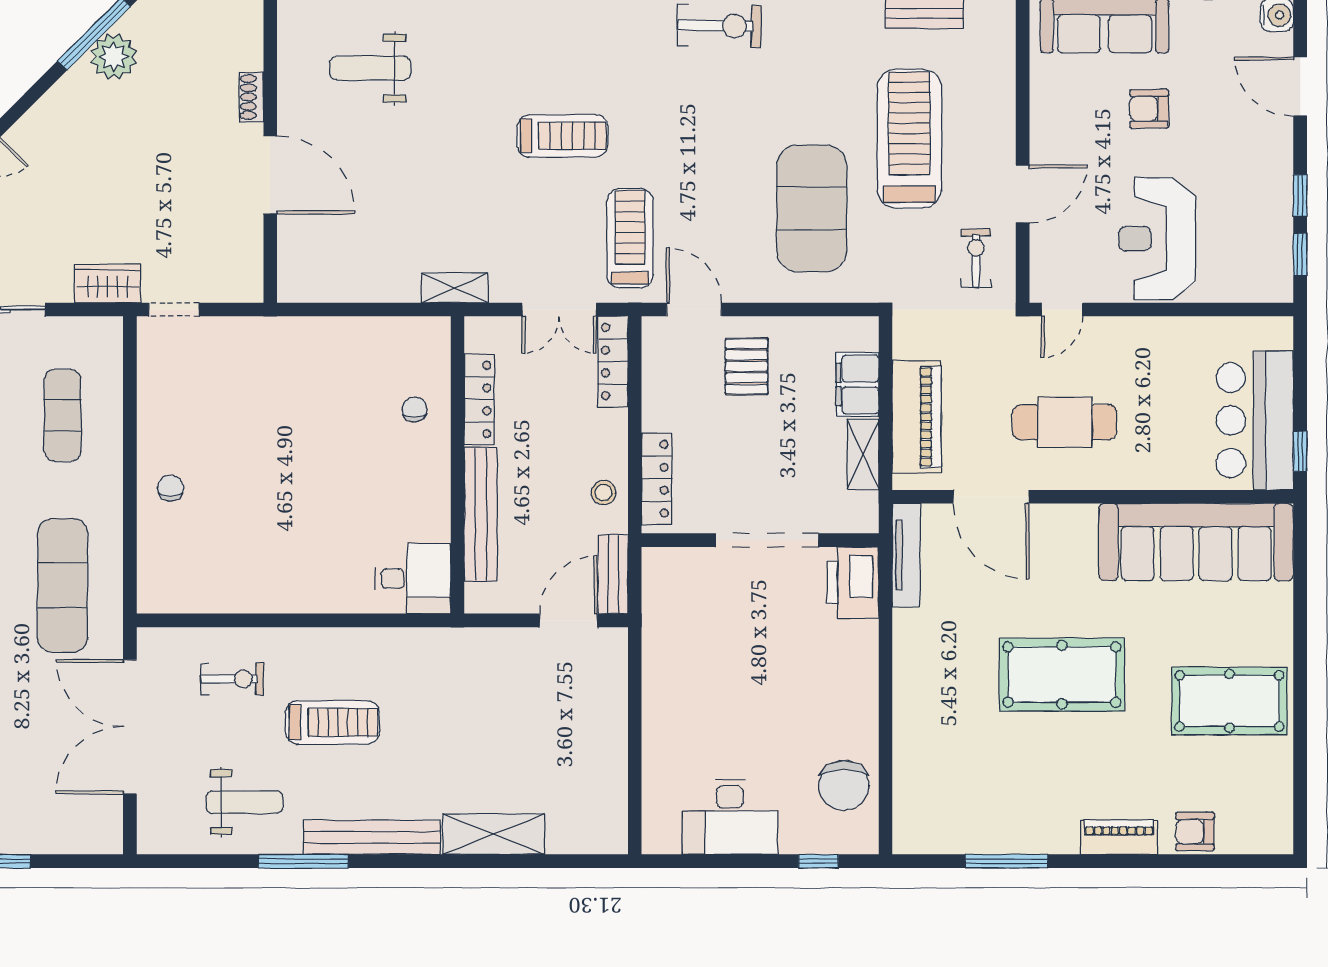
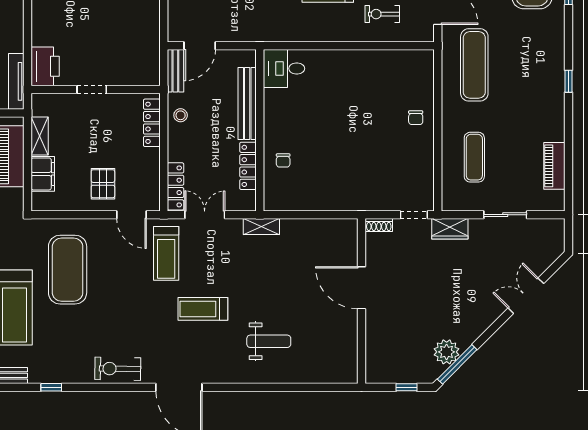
weight bench: (370, 68) -> (269, 341), moved
shoe rack: (251, 97) -> (379, 225), moved, turned 90
doorway: (767, 540) -> (92, 89), width x0.53

